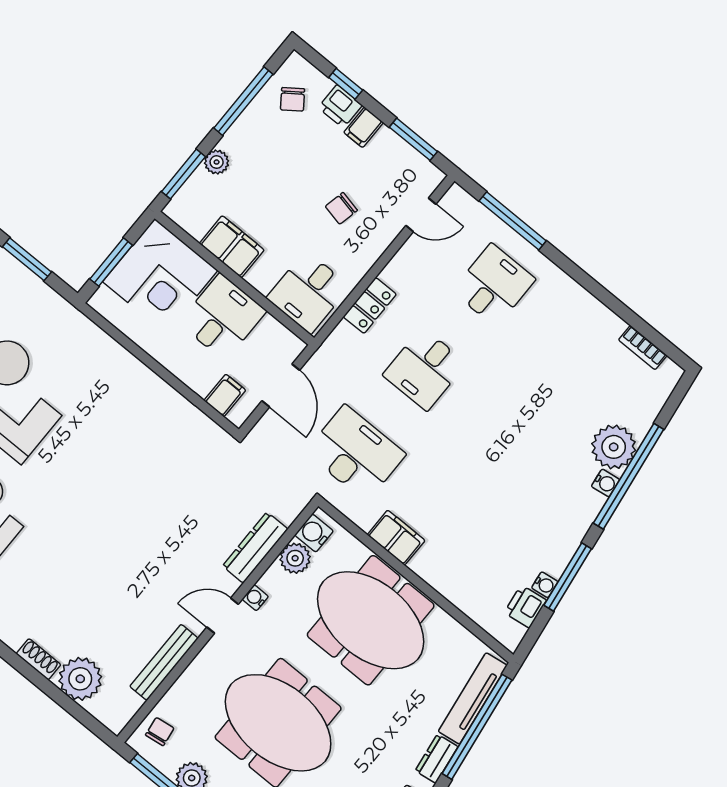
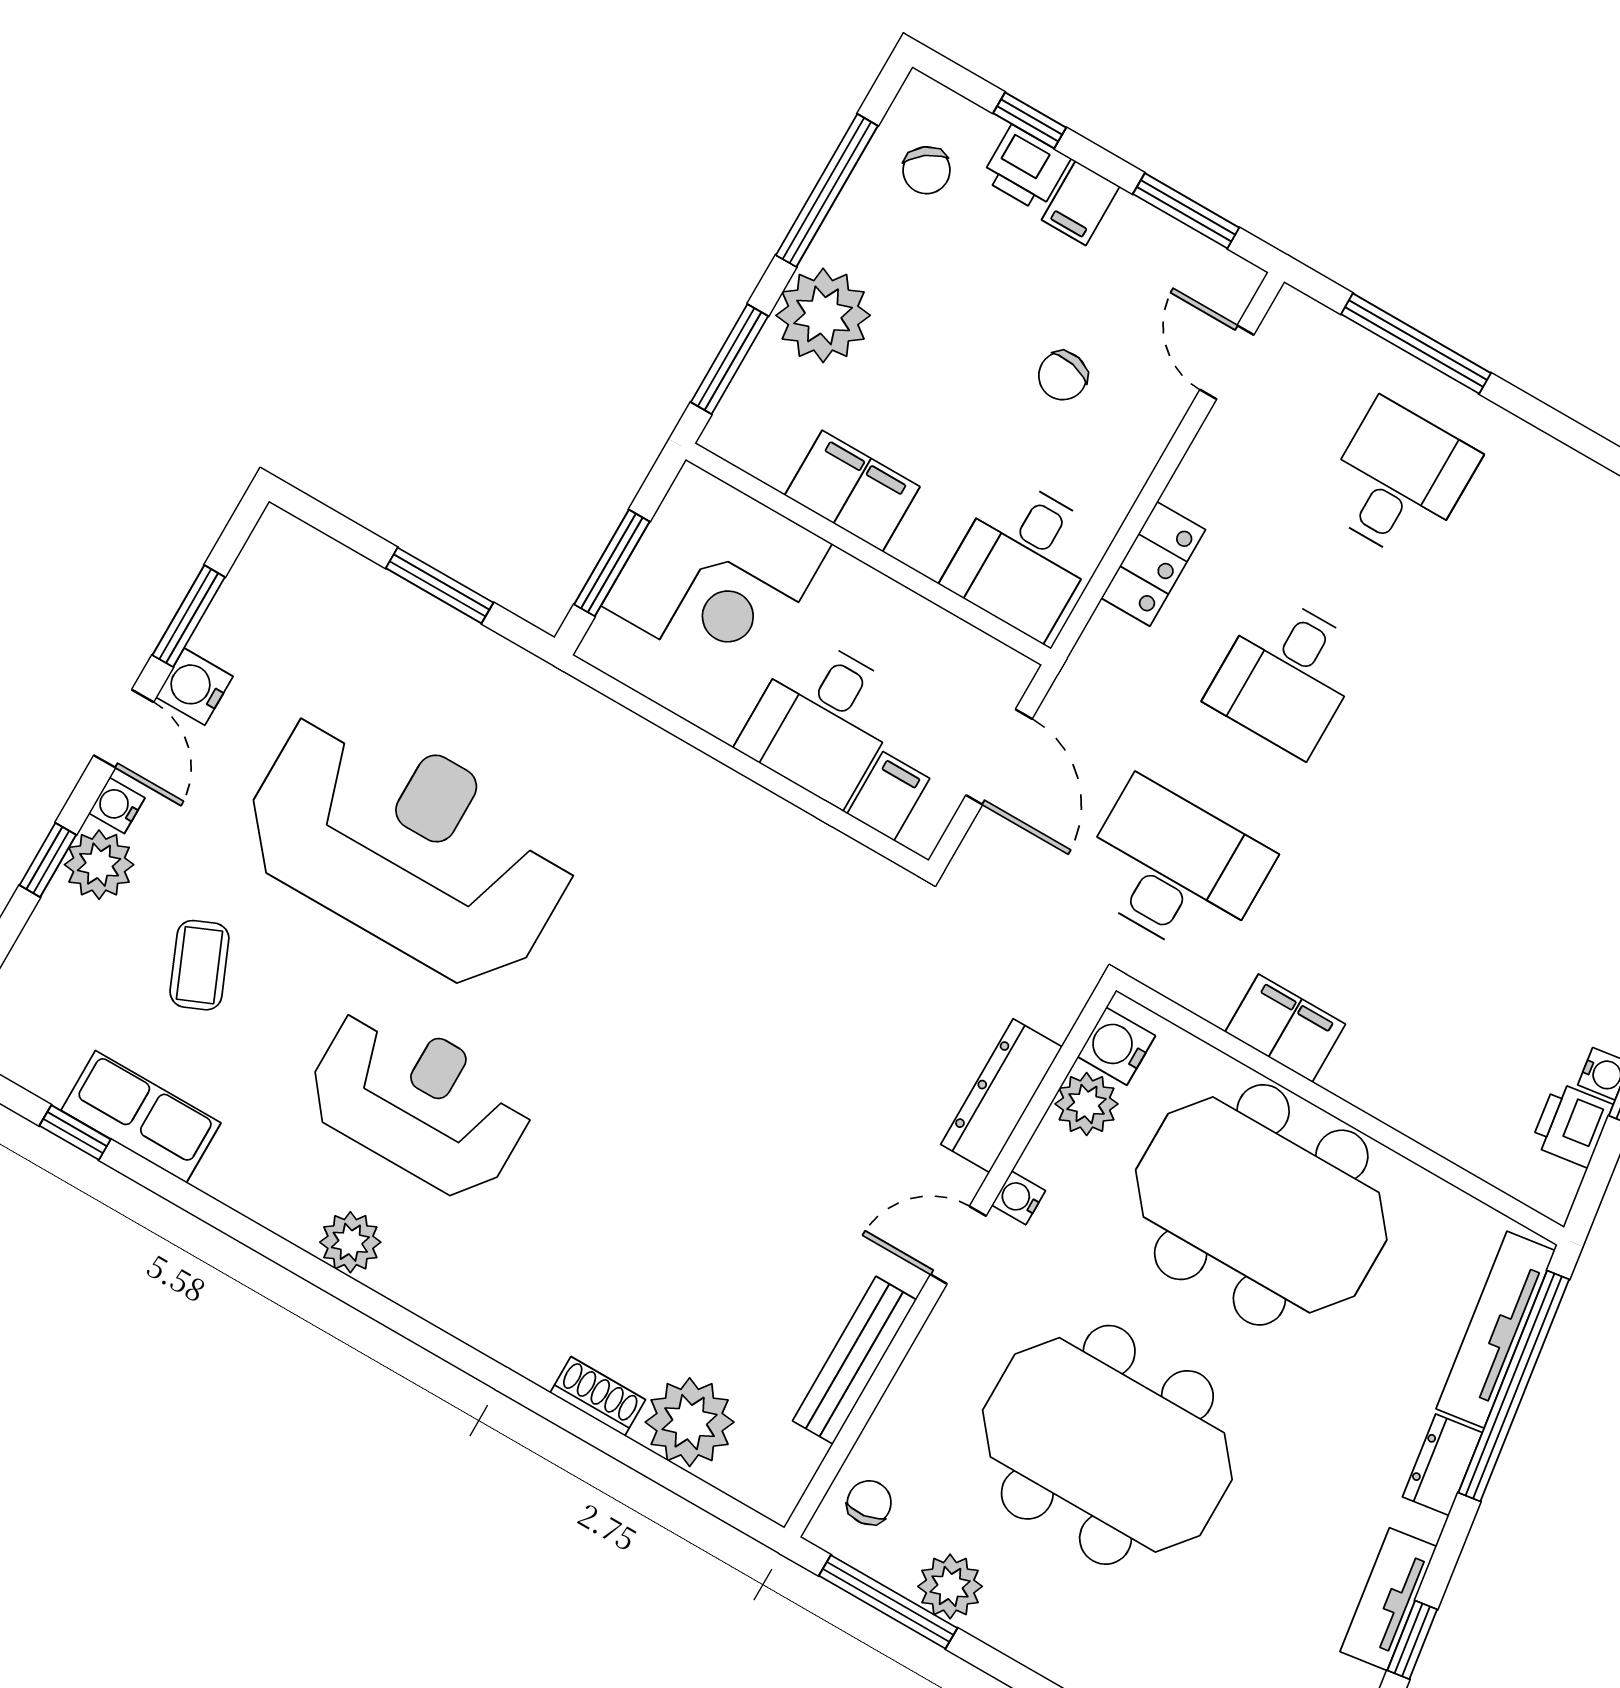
plant: (217, 162) -> (823, 315), width x1.88, depth x1.88
door: (421, 215) -> (1227, 362), swing flipped
desk: (223, 317) -> (822, 720), moved, turned 180

